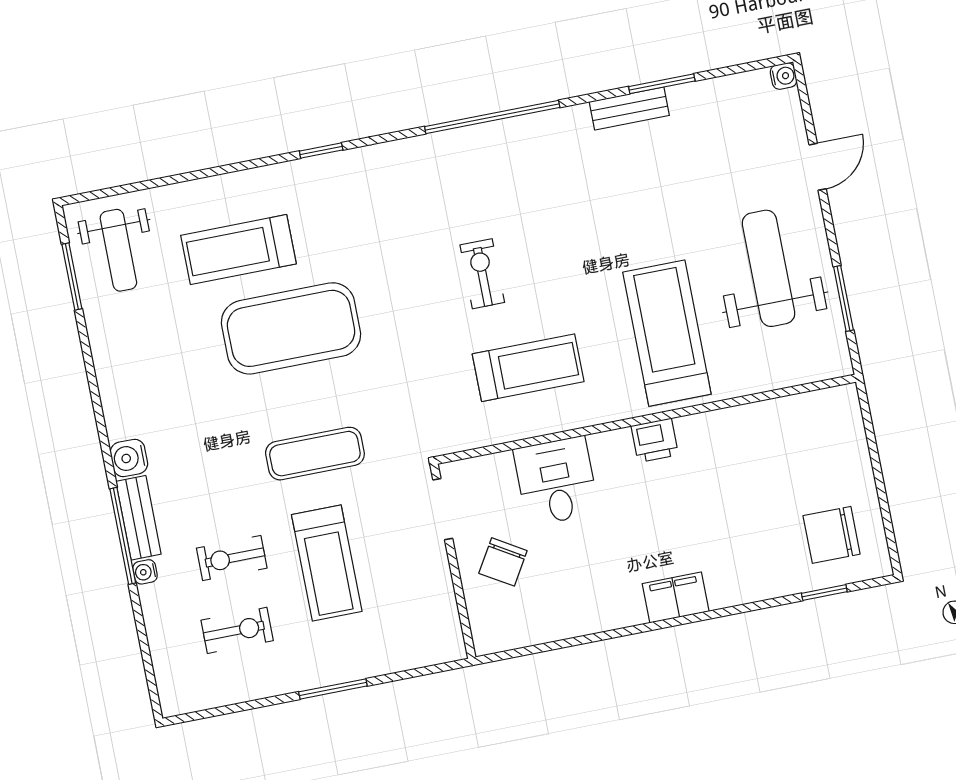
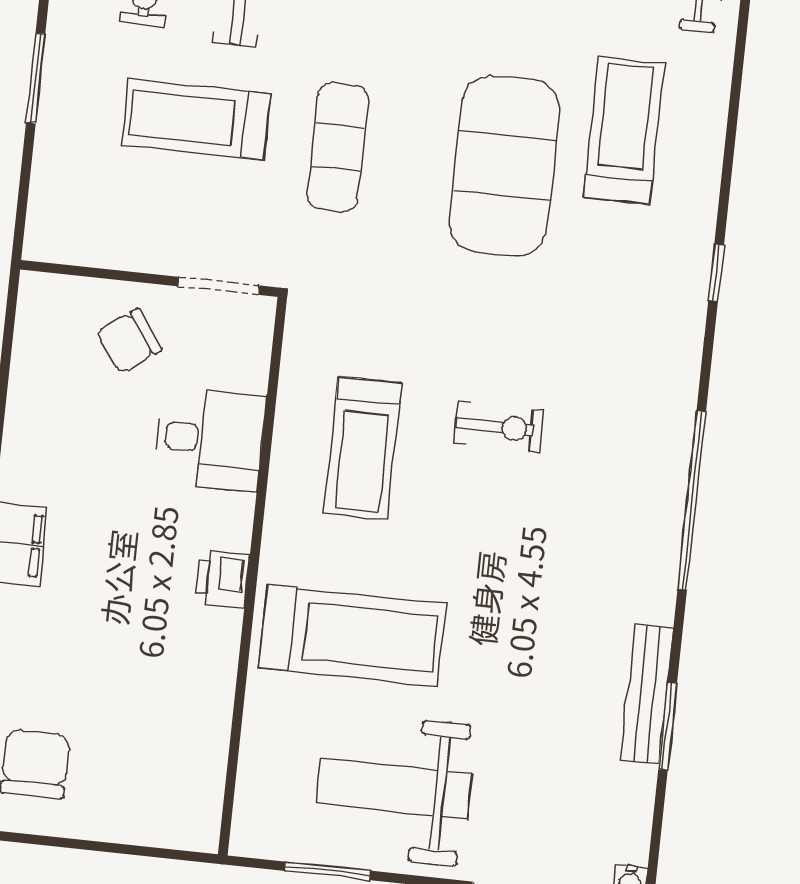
bench: (629, 109) -> (647, 694), width x1.36
weight bench: (769, 268) -> (394, 788), turned 180
chair: (503, 562) -> (129, 341), turned -67

